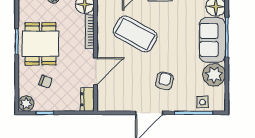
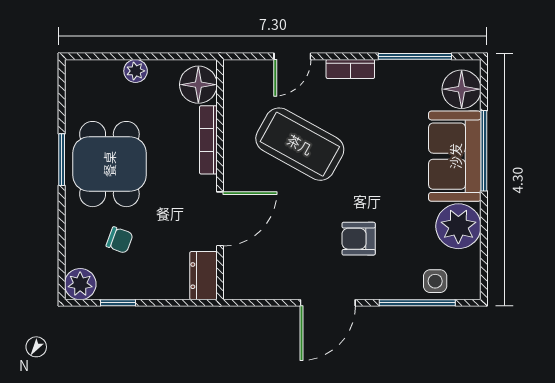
armchair: (164, 81) -> (359, 239), turned -104

